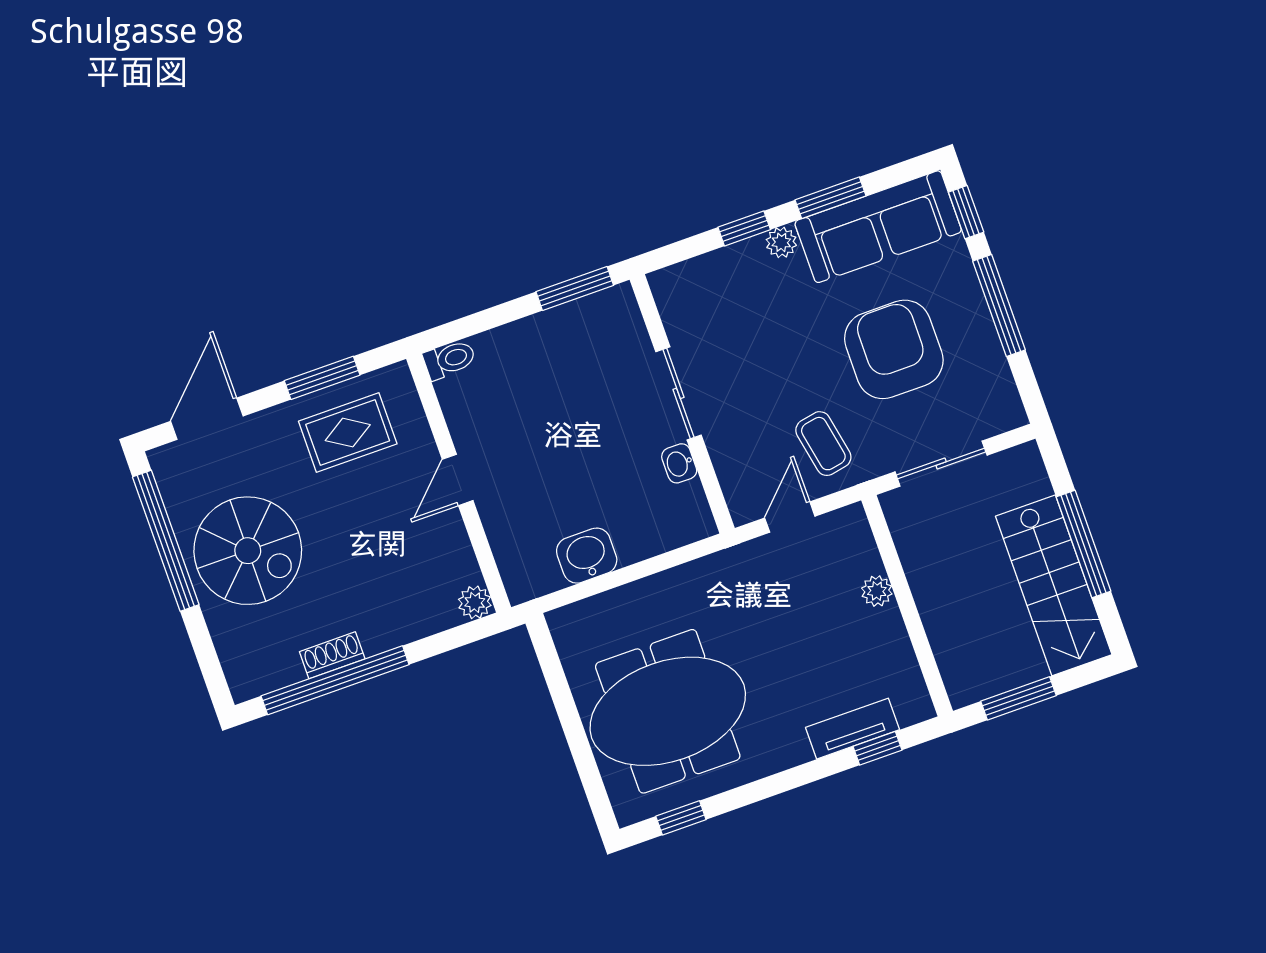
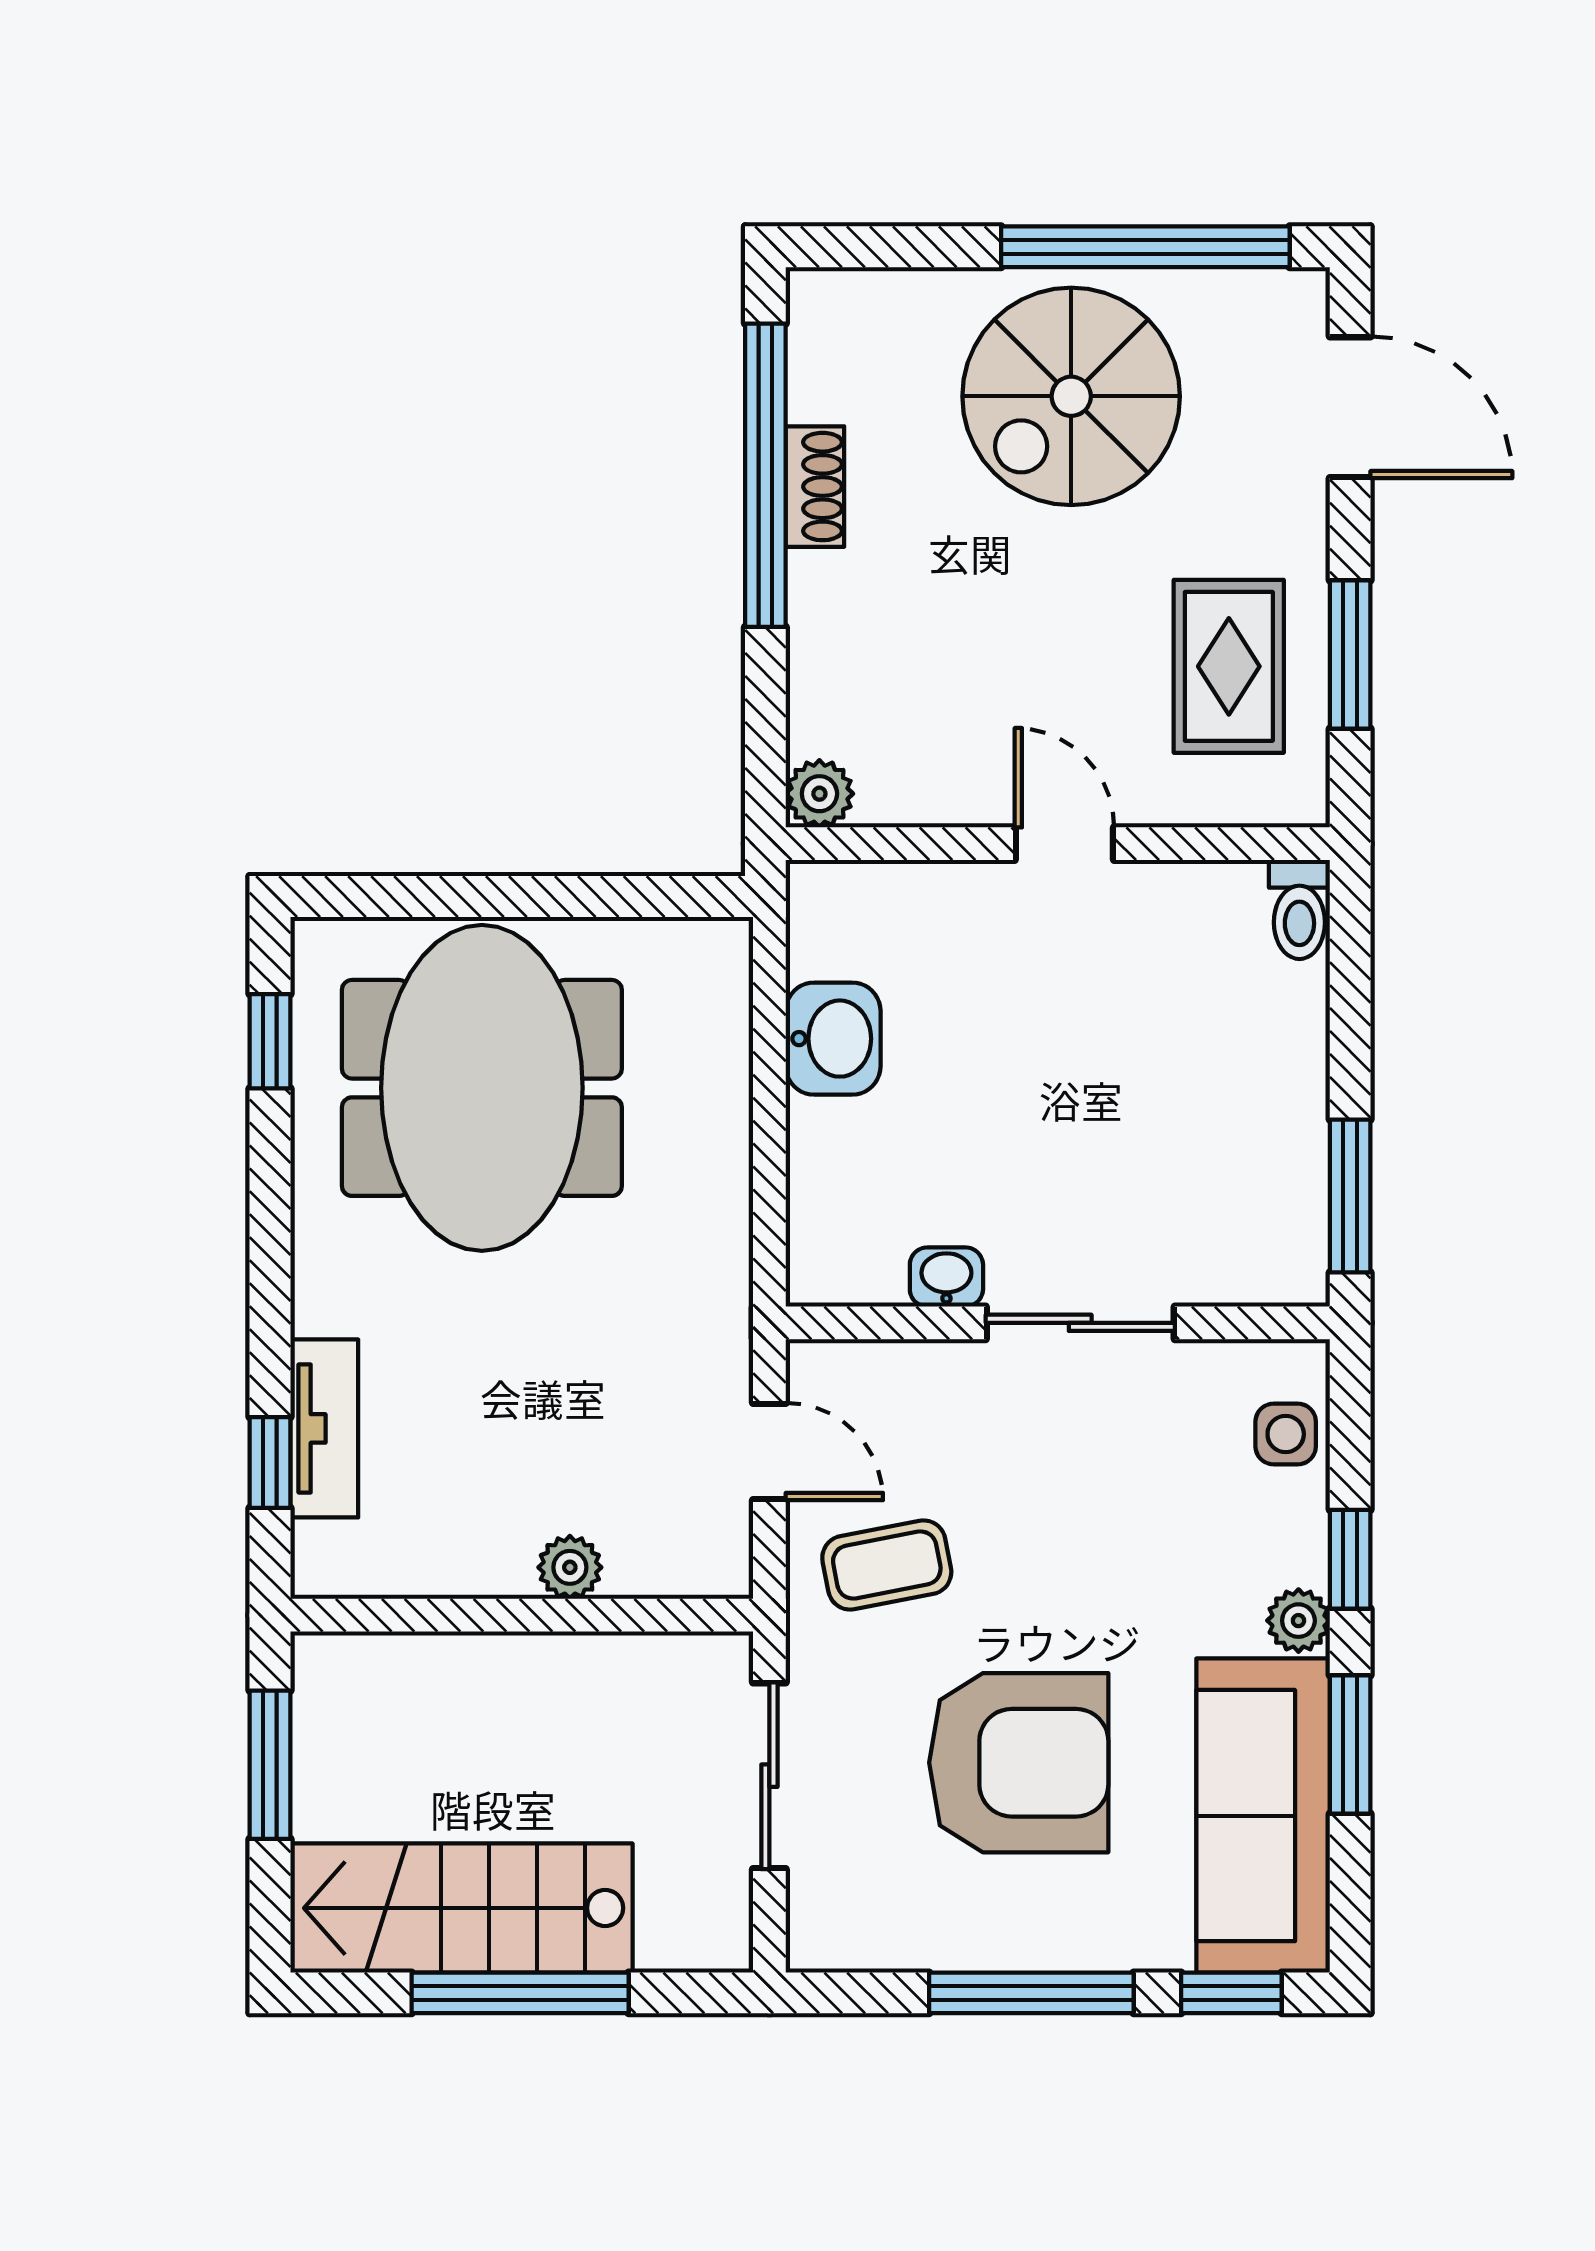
side table: (696, 279) -> (1286, 1434), added

